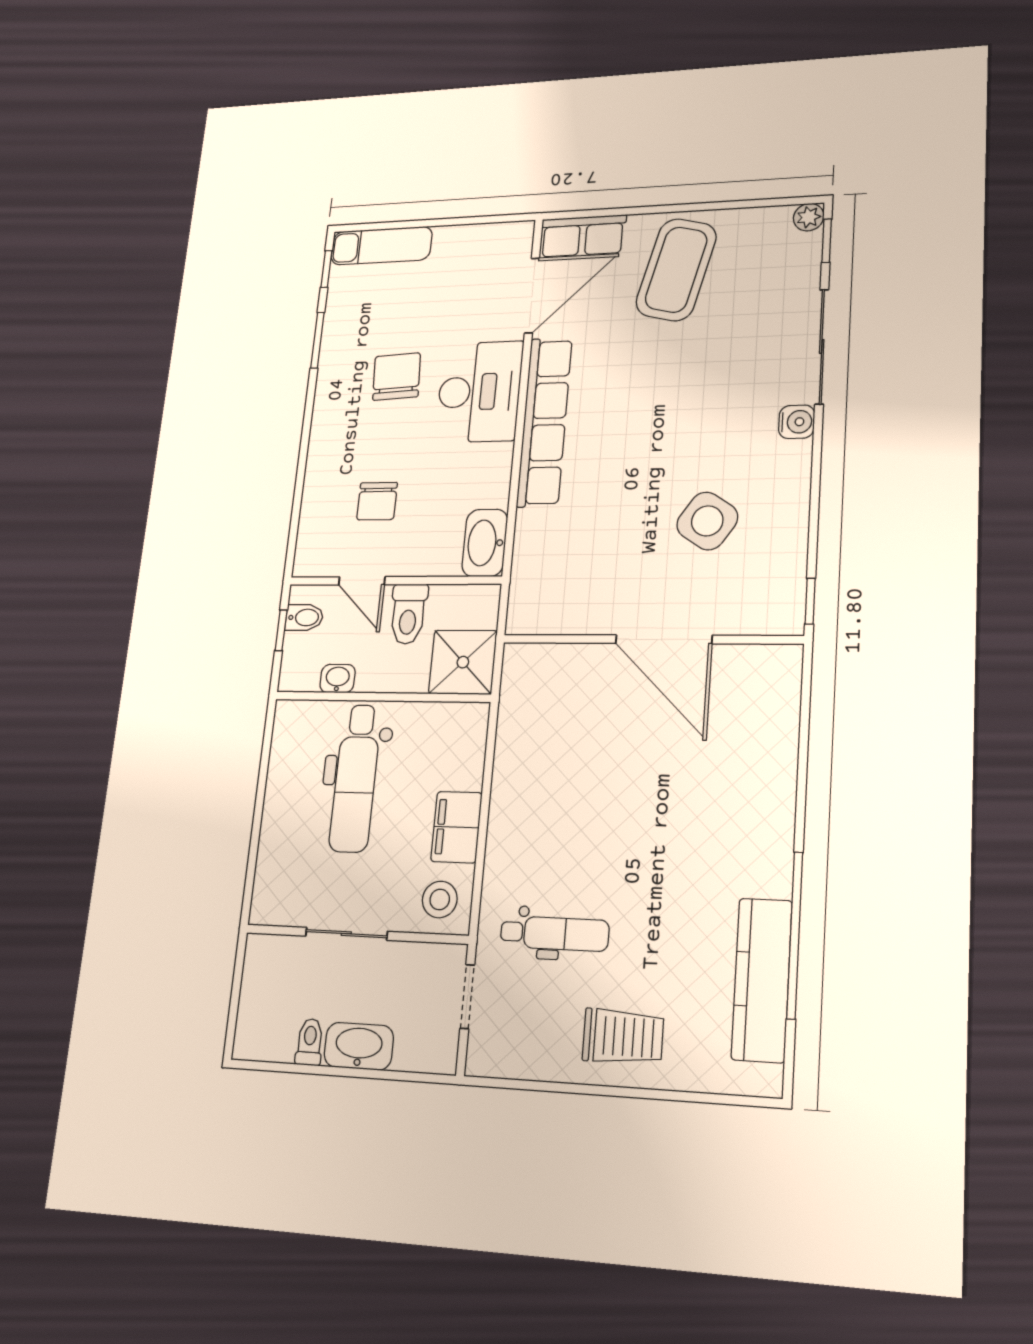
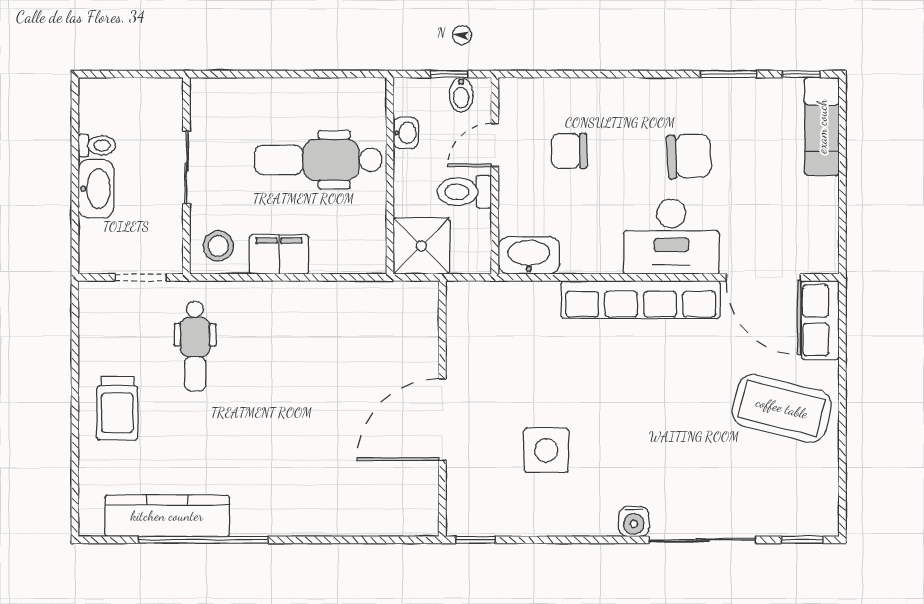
plant: (809, 217) -> (826, 523), removed
side table: (707, 521) -> (546, 450), turned -34

